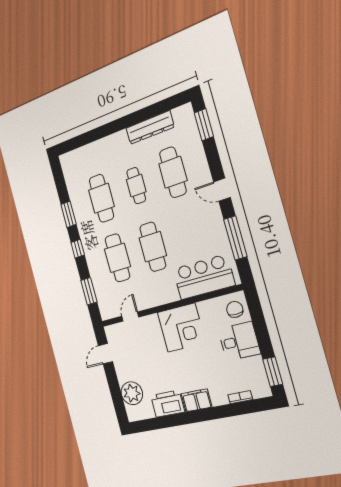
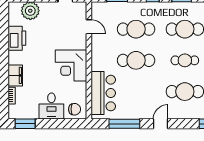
filing cabinet: (196, 400) -> (15, 75), moved

